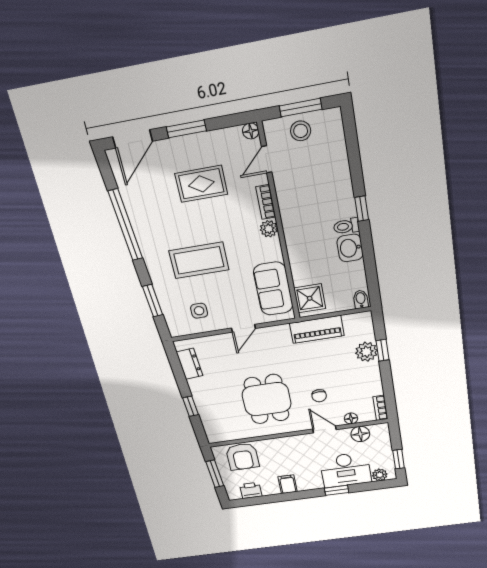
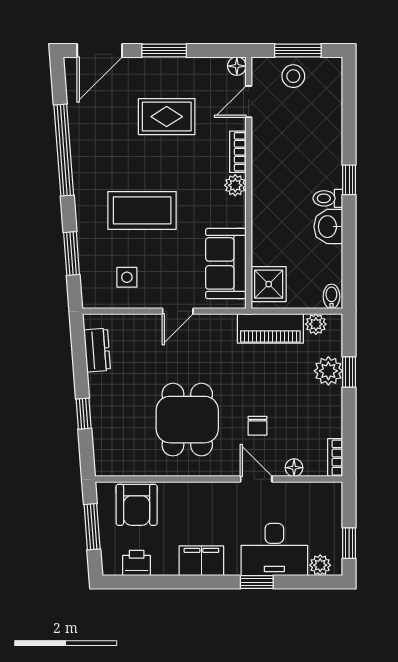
plant: (352, 321) -> (316, 324), added
floor lamp: (360, 434) -> (303, 494), removed
filing cabinet: (288, 484) -> (201, 561), width x2.00

